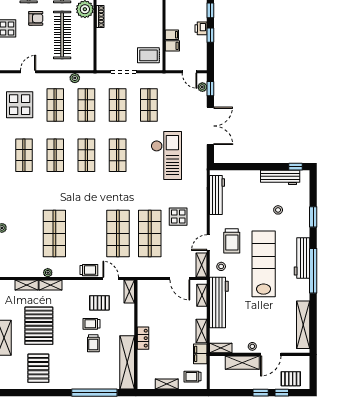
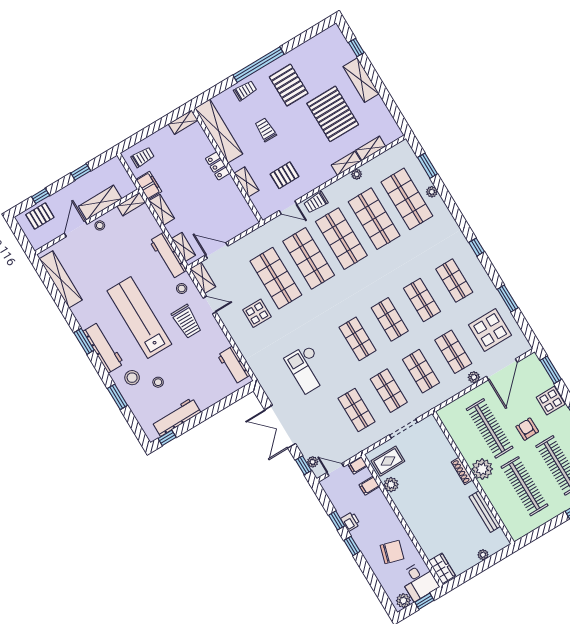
armchair: (36, 18) -> (527, 429), turned 89
filing cabinet: (172, 35) -> (357, 465), moved
plant: (156, 37) -> (391, 485), added
door: (28, 72) -> (502, 369), width x1.87
plant: (75, 78) -> (474, 377), moved
checkout: (166, 156) -> (307, 369), width x0.73, depth x0.83
workbench: (217, 195) -> (234, 365), width x0.73
stool: (295, 224) -> (132, 378), added
shop shelf: (23, 233) -> (407, 199), added
shop shelf: (86, 233) -> (341, 239), added
trolley: (232, 241) -> (187, 322), turned 180
door: (208, 243) -> (210, 305), hinge flipped
lab bench: (264, 264) -> (139, 317), turned 180
window: (313, 271) -> (84, 341), width x0.47
shelving: (129, 291) -> (247, 182), moved
workbench: (219, 302) -> (168, 256), width x0.73, depth x0.76
trolley: (92, 324) -> (245, 91), moved
pallet: (38, 368) -> (289, 85), moved
shelving: (167, 384) -> (183, 122), moved
window: (94, 393) -> (259, 65), moved
window: (261, 393) -> (81, 172), moved

